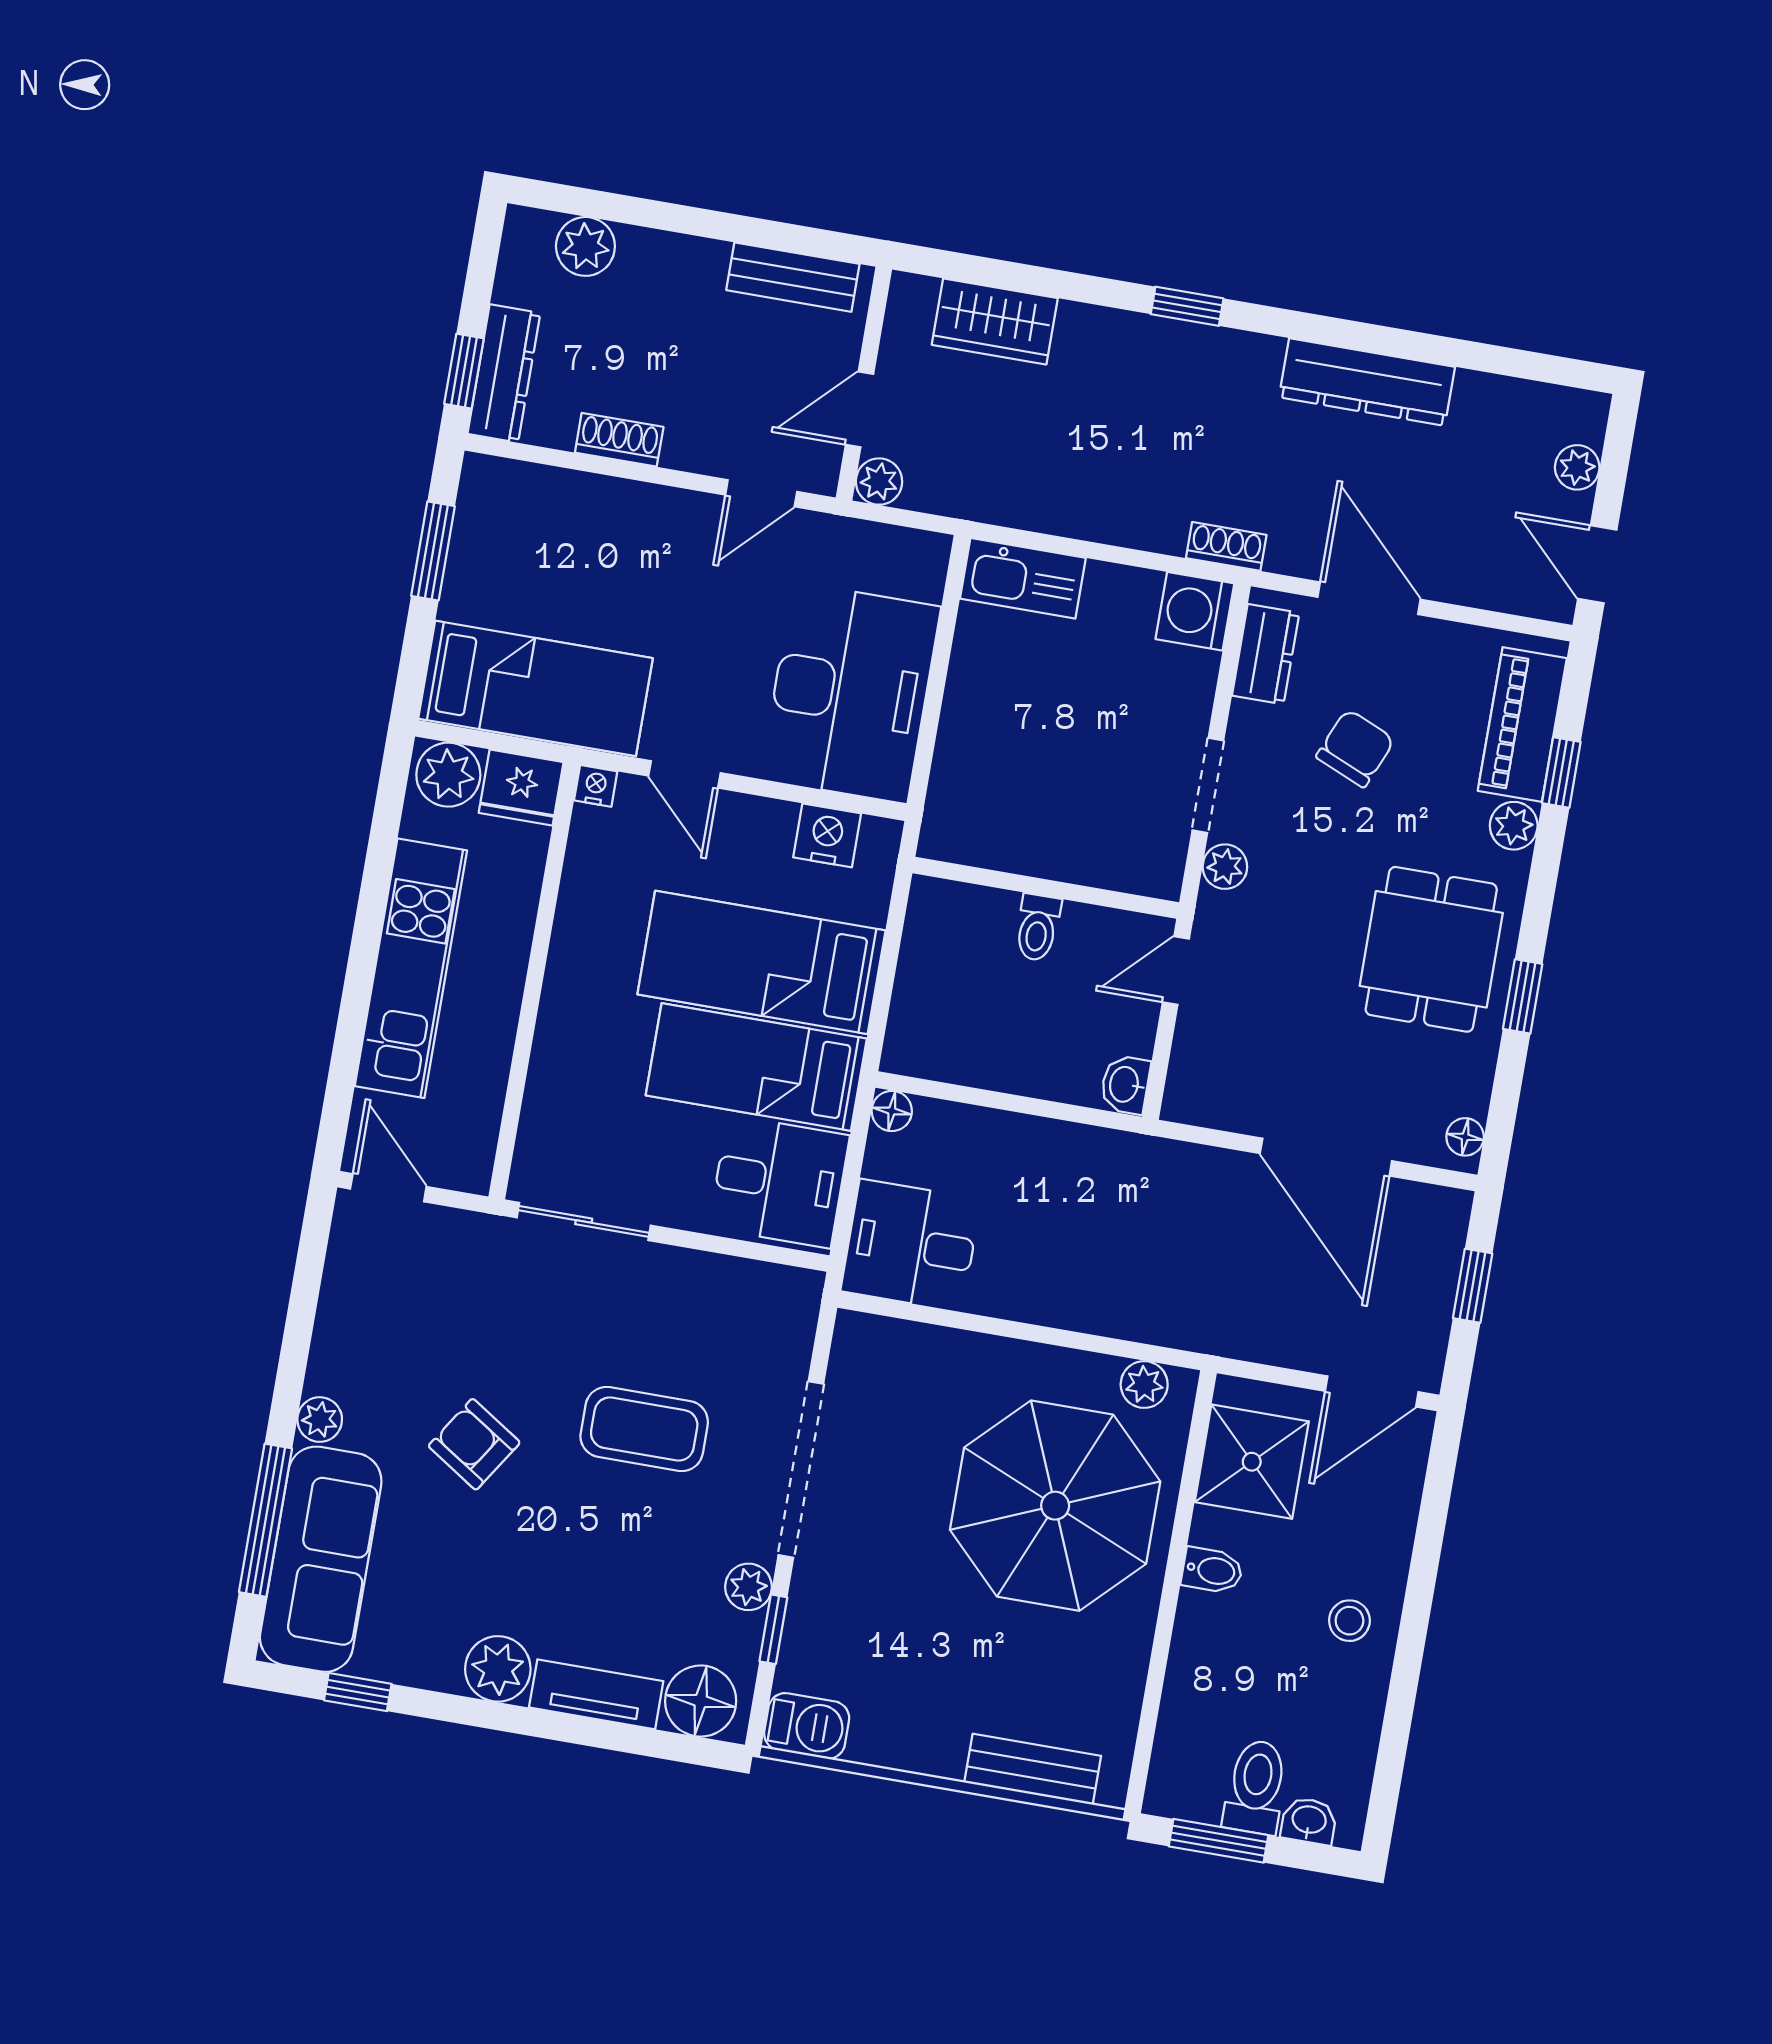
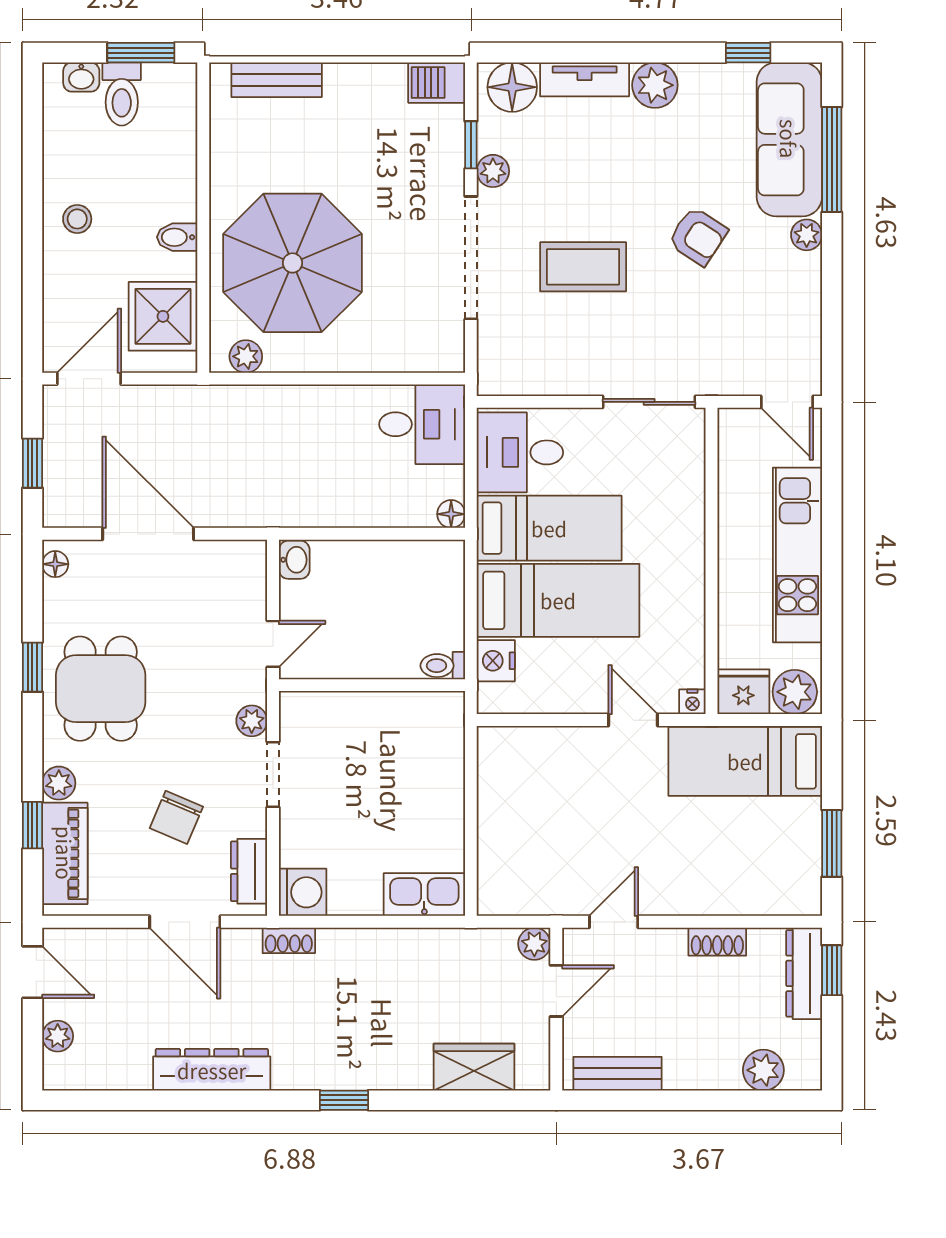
desk: (850, 693) -> (529, 796), removed
nightstand: (827, 835) -> (496, 661), moved, turned 90
toilet: (1038, 927) -> (443, 666), moved, turned -90

